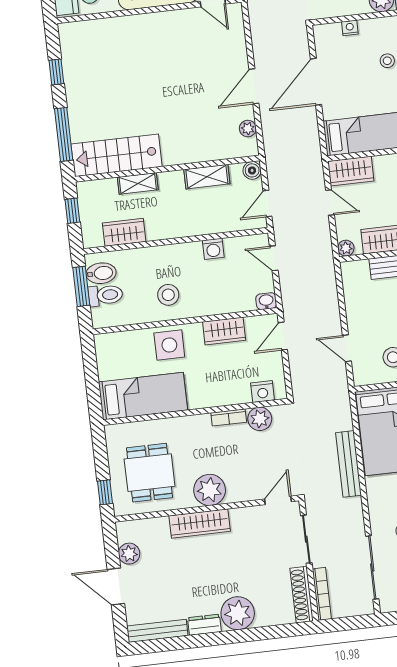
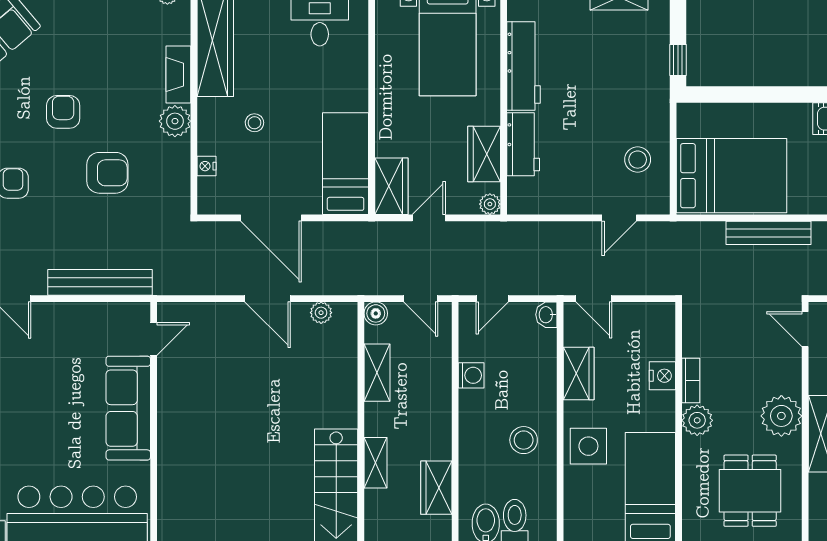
nightstand: (263, 392) -> (662, 376), moved
plant: (260, 419) -> (697, 420), moved
dining table: (150, 473) -> (750, 491), turned 90

